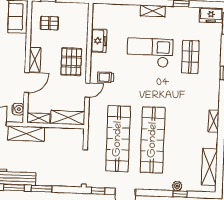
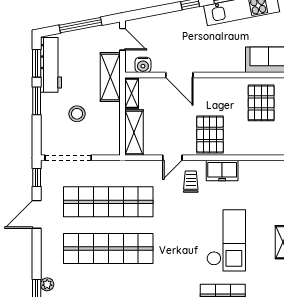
pallet: (49, 23) -> (261, 103), width x1.50, depth x1.42
freezer: (99, 41) -> (222, 171), moved
shelving: (35, 60) -> (211, 85), removed
pallet: (71, 62) -> (210, 134), turned 90
door: (87, 90) -> (172, 158), hinge flipped
stool: (52, 159) -> (77, 114), added

